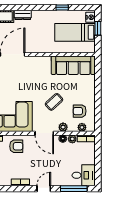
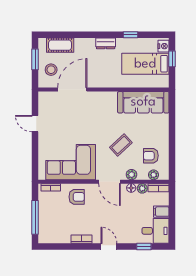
dresser: (23, 15) -> (106, 43), moved
filing cabinet: (89, 159) -> (161, 212), added
door: (44, 189) -> (109, 246), hinge flipped
window: (74, 189) -> (144, 246), width x0.46

